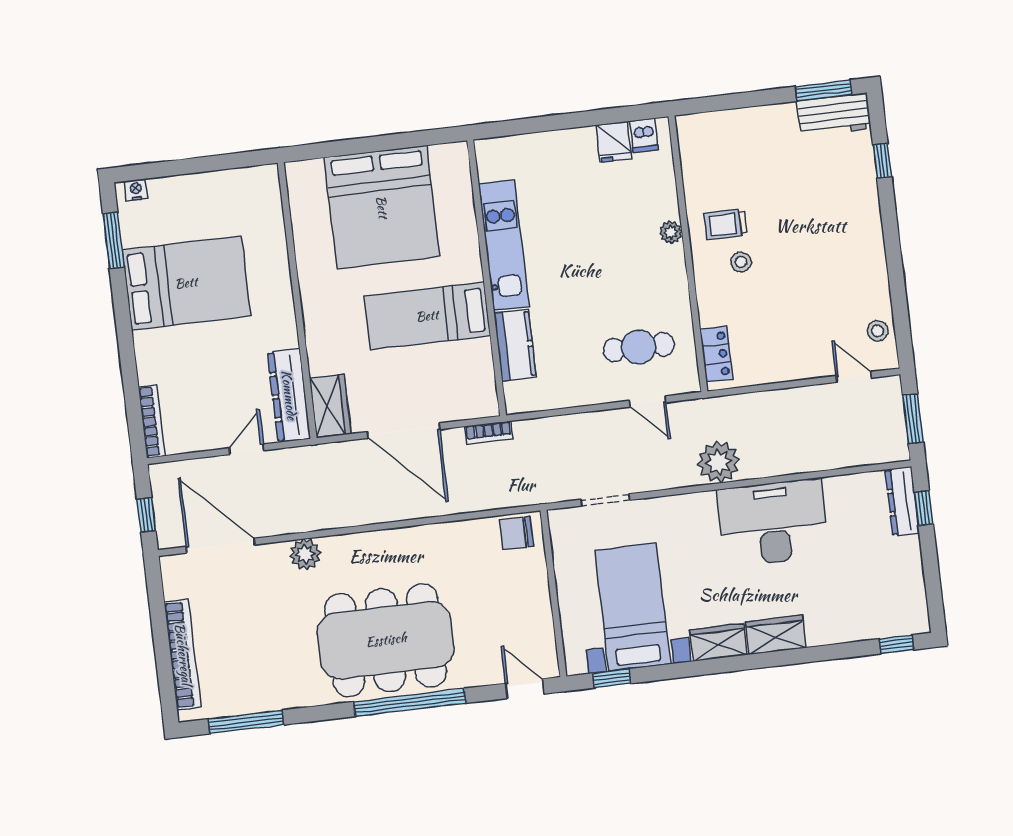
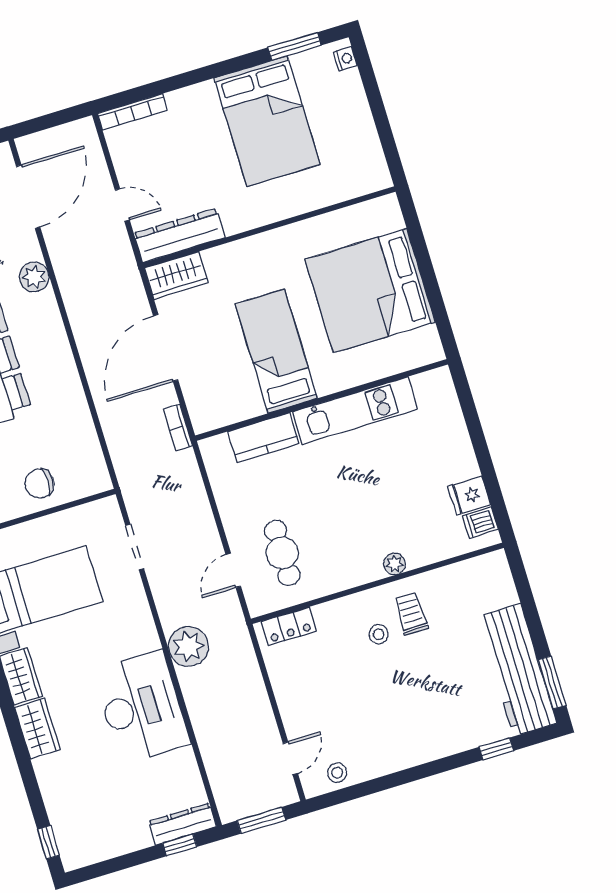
workbench: (834, 115) -> (517, 670), width x1.88, depth x1.32
window: (146, 515) -> (45, 122), removed
chair: (516, 533) -> (39, 484), moved, turned -90

